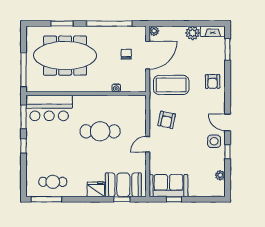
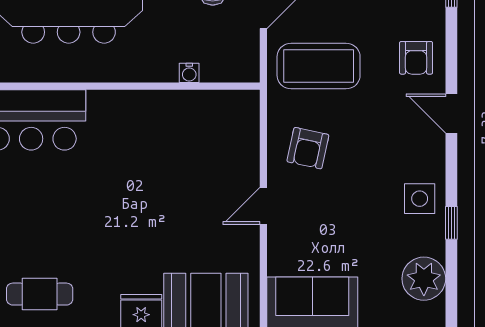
door: (228, 122) -> (451, 114), moved
cafe table: (100, 131) -> (151, 175), removed
plant: (220, 175) -> (424, 279), width x1.88, depth x1.88

